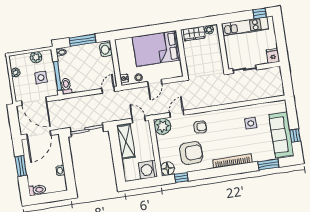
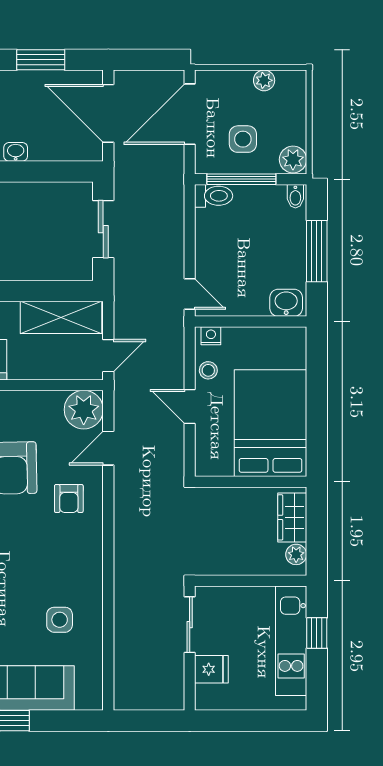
window: (259, 13) -> (317, 633), moved
fridge: (273, 56) -> (211, 669), moved
plant: (36, 57) -> (293, 159), moved
door: (177, 114) -> (108, 448), swing flipped
sliding door: (87, 130) -> (103, 229), width x0.73

